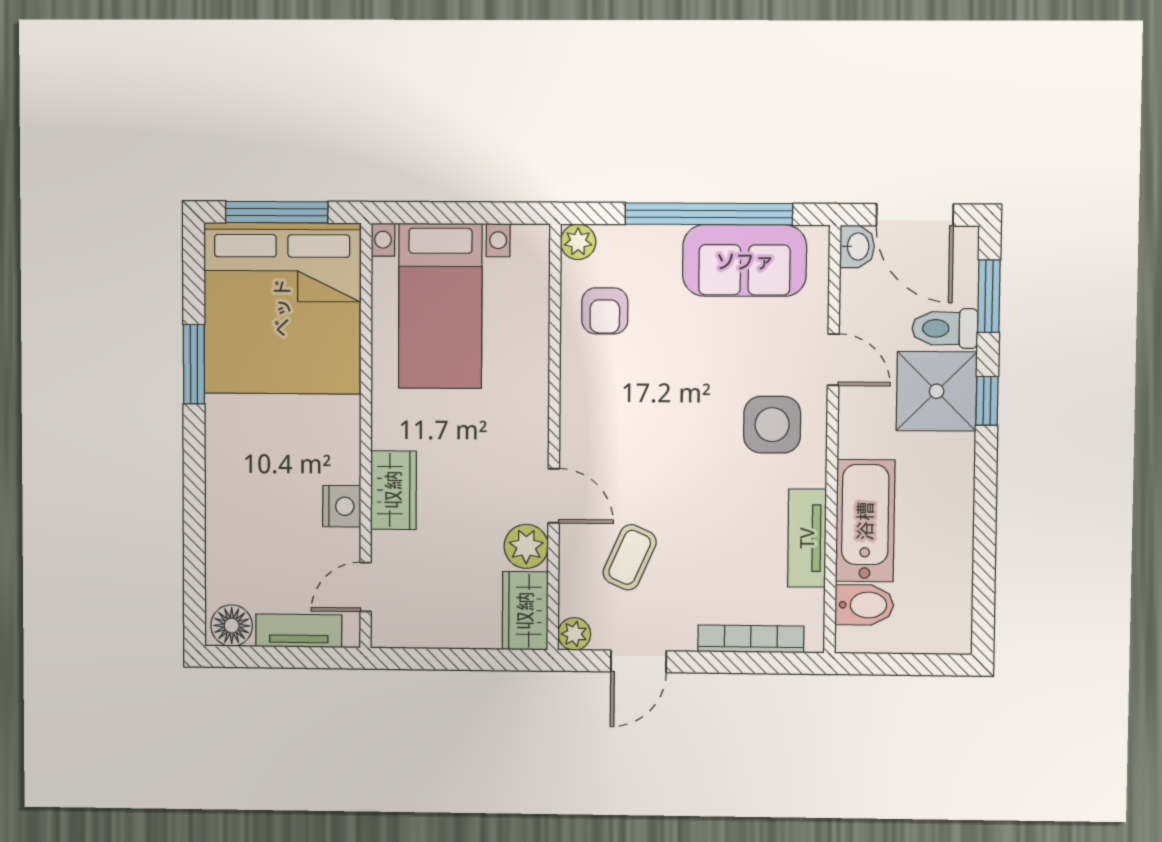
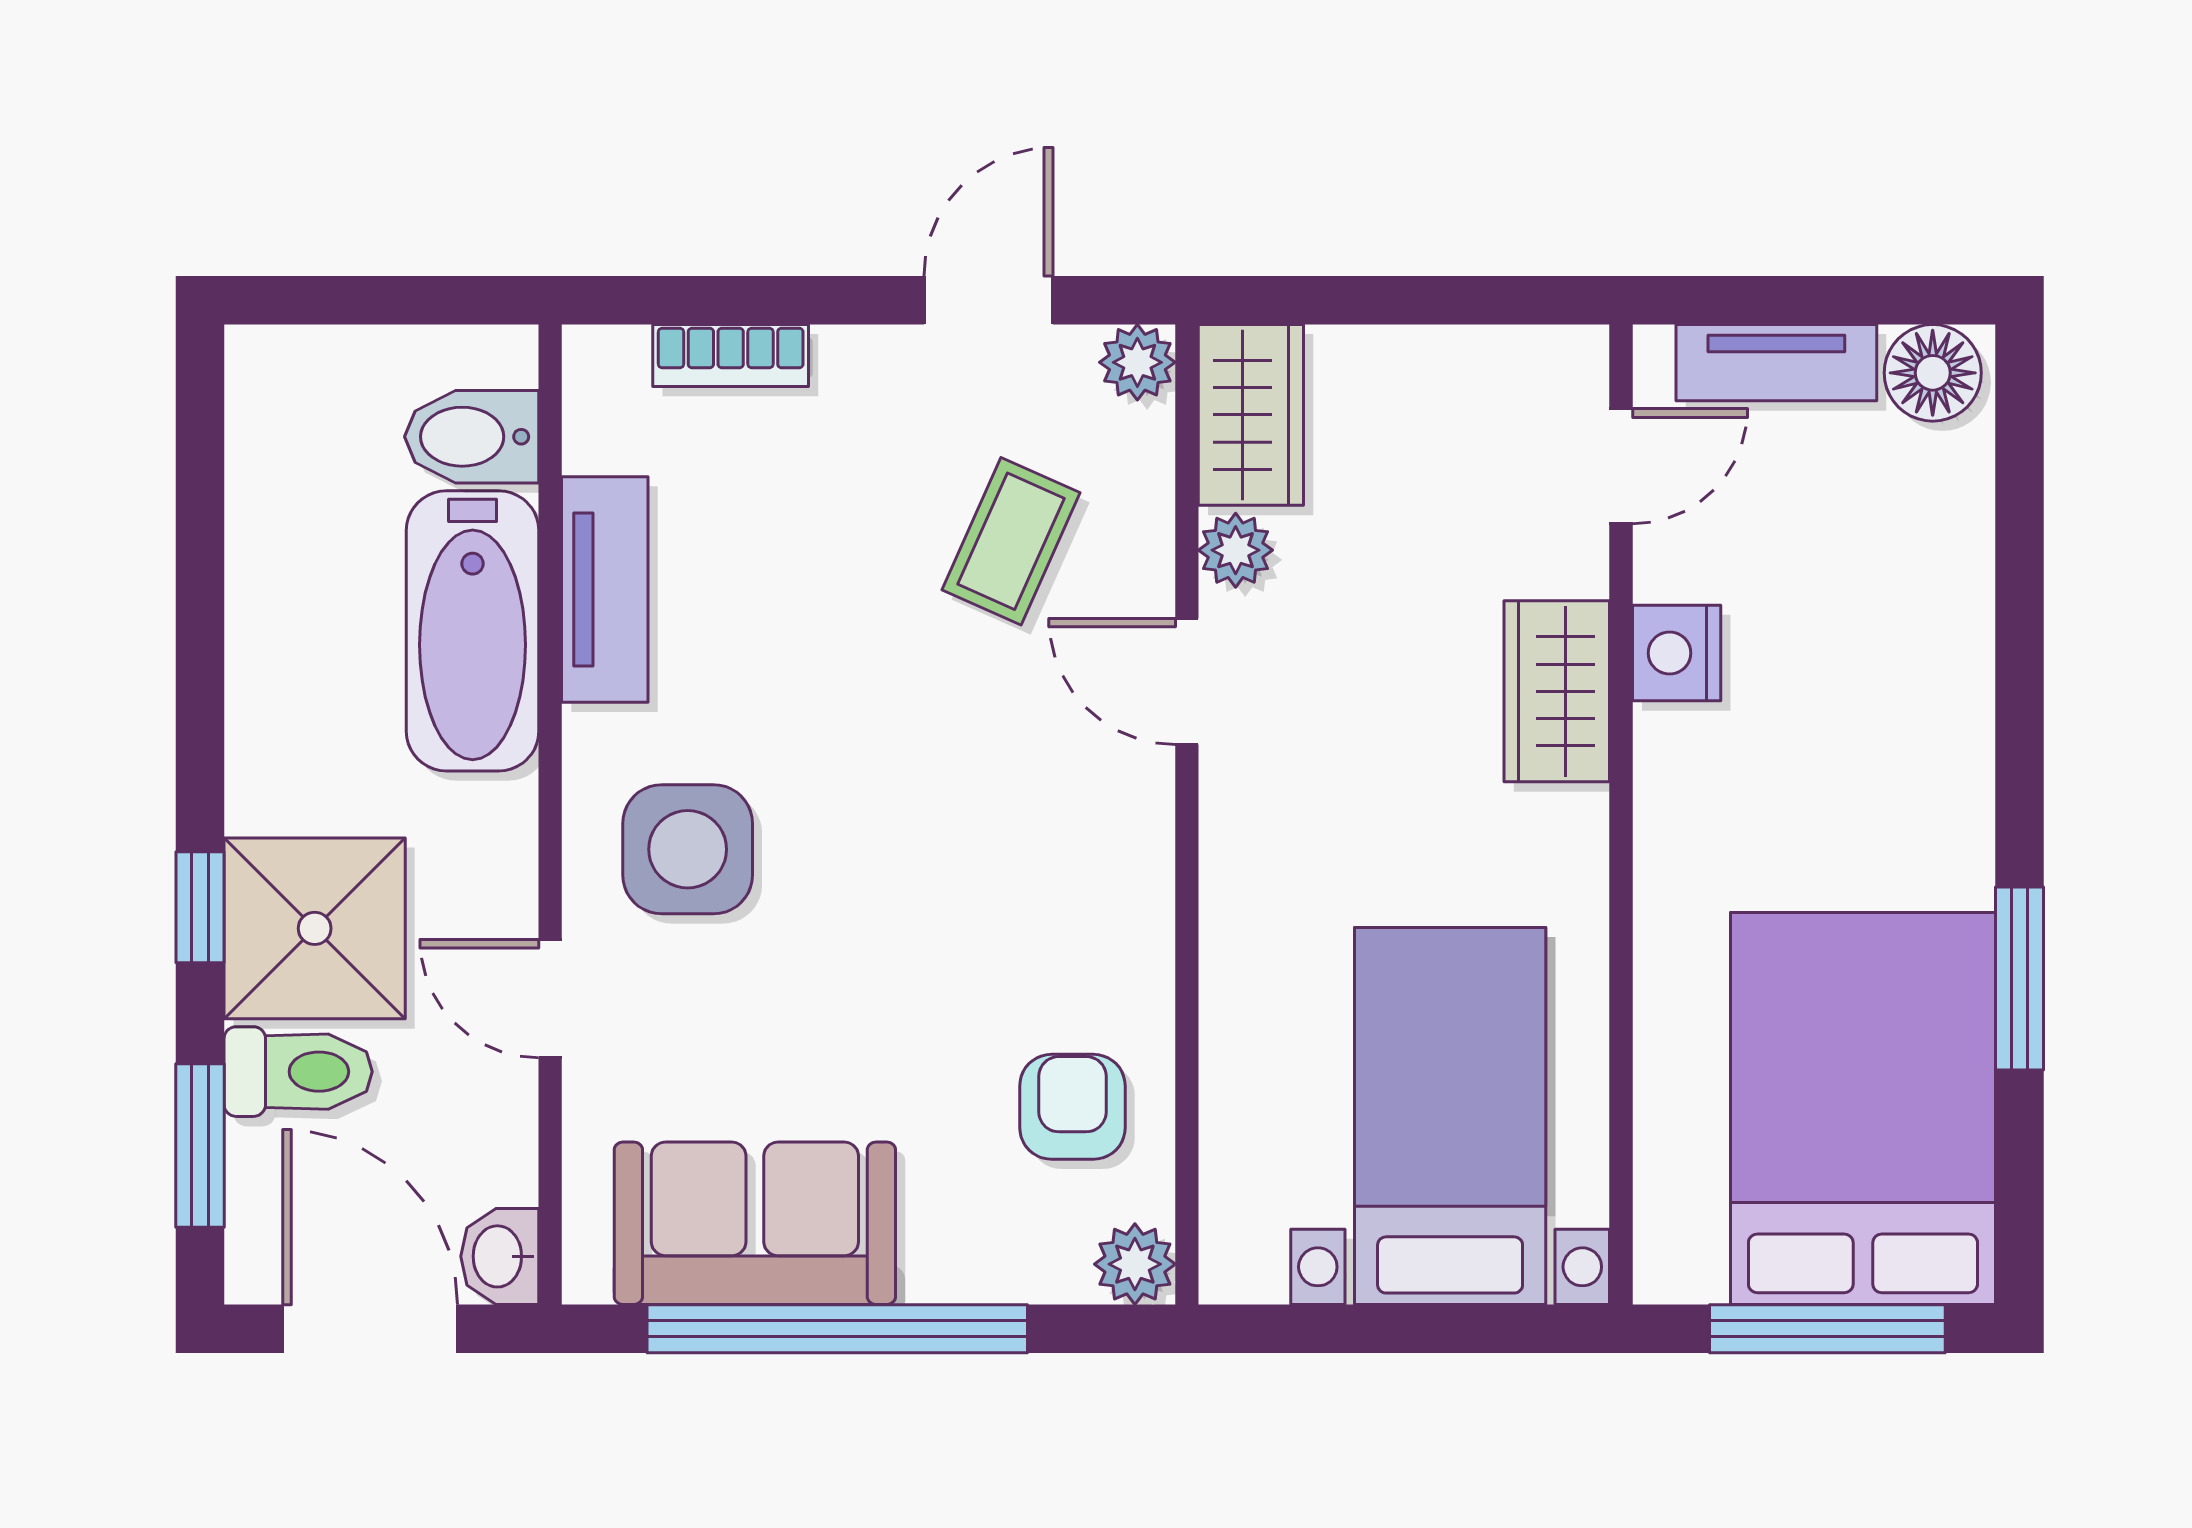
bed: (282, 308) -> (1863, 1108), width x0.73
plant: (526, 546) -> (1236, 550), width x0.73, depth x0.73
bookcase: (751, 639) -> (731, 355), width x0.64

